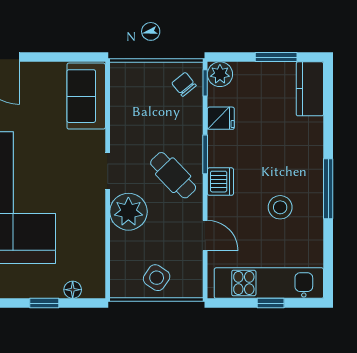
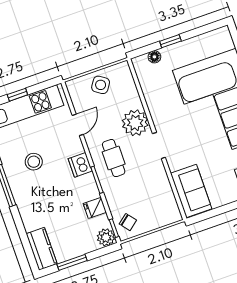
cafe table: (173, 175) -> (114, 158), turned 44
door: (205, 236) -> (78, 125), swing flipped

